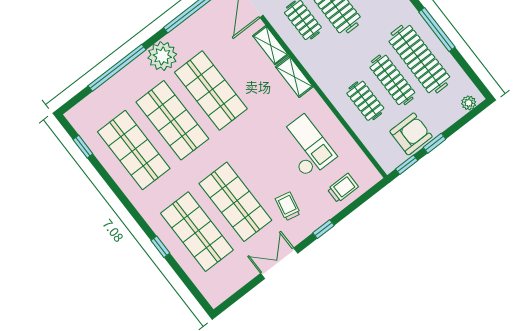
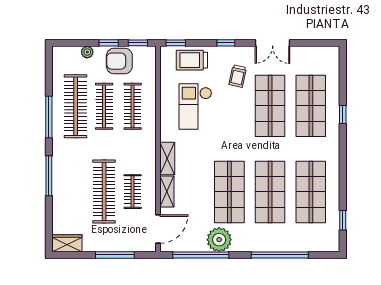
plant: (162, 56) -> (219, 240), moved
clothes rail: (365, 101) -> (133, 106), width x1.36
plant: (469, 103) -> (87, 52), moved
trolley: (343, 188) -> (192, 60), width x1.36, depth x1.39
window: (371, 192) -> (176, 43), added

